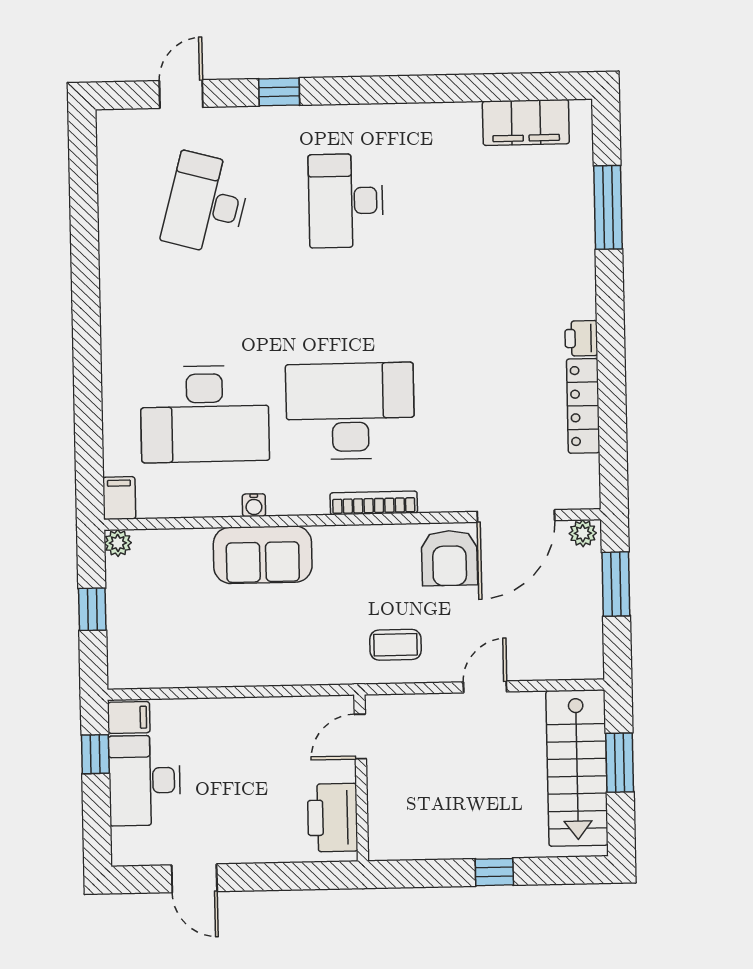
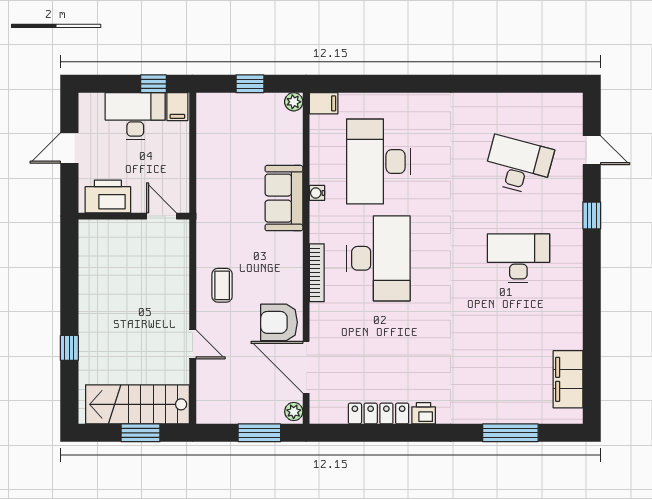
door: (360, 736) -> (161, 216), moved
wall: (361, 778) -> (134, 216), moved
printer: (333, 818) -> (108, 196), moved

